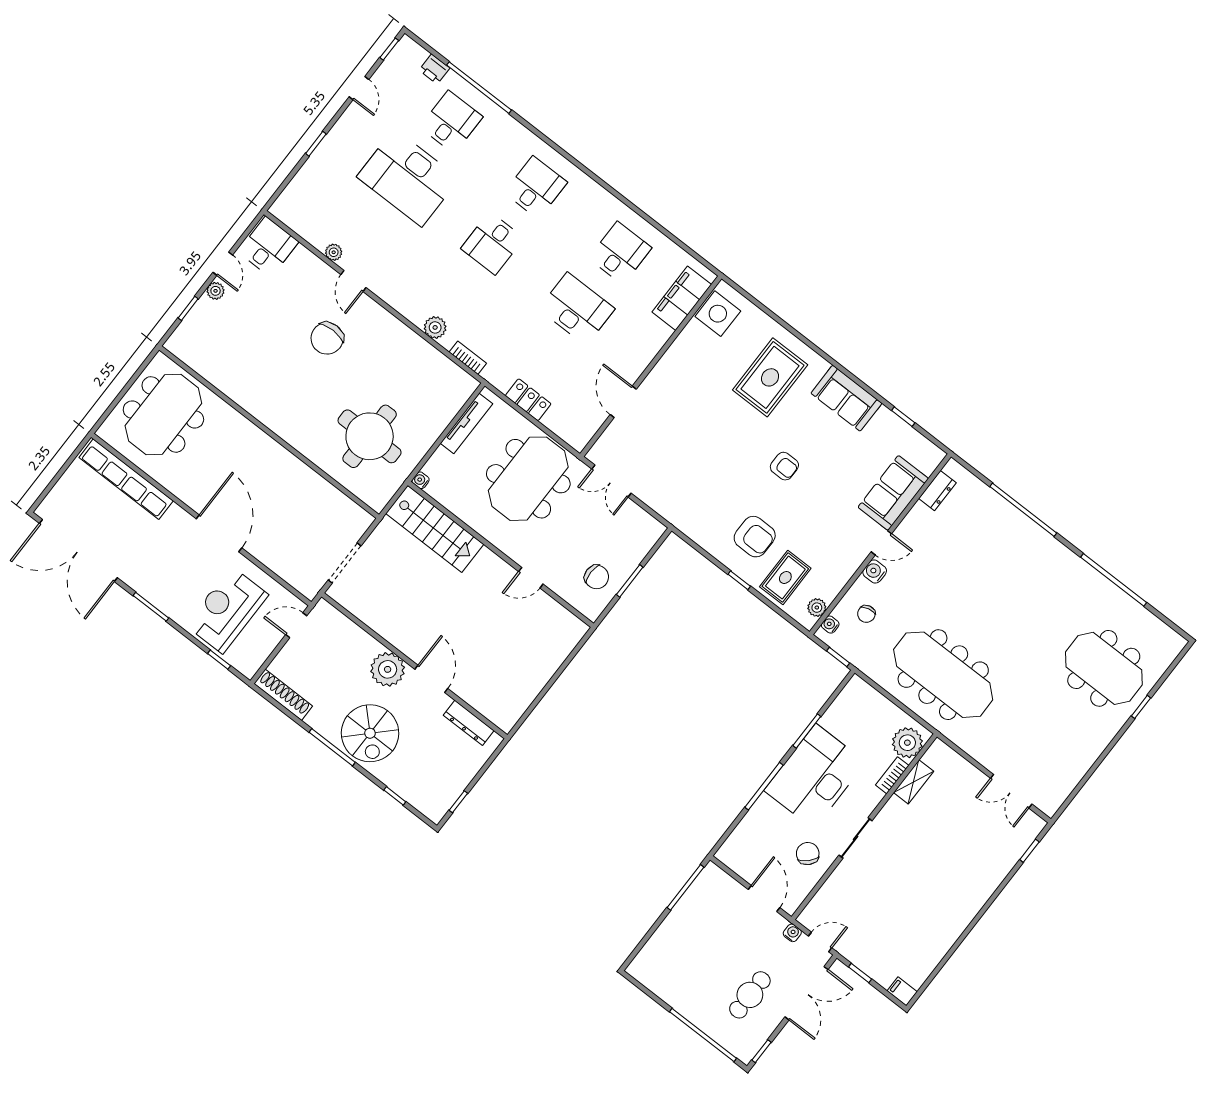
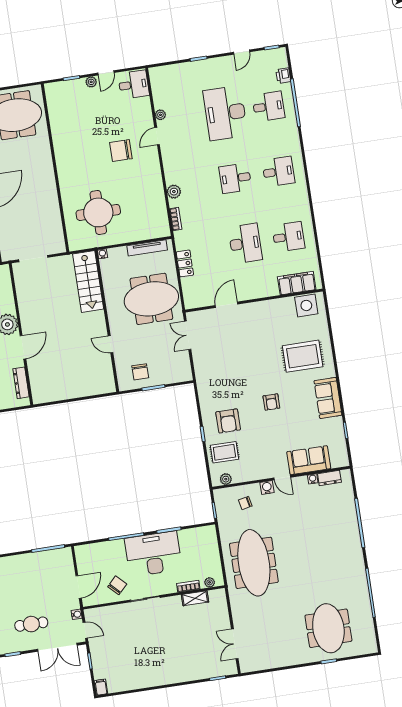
water cooler: (830, 625) -> (313, 479), moved
plant: (907, 743) -> (210, 582), width x0.53, depth x0.53

